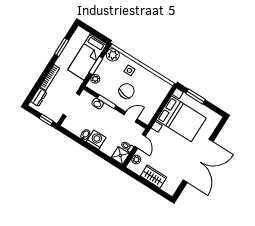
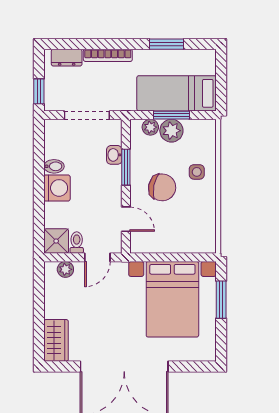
plant: (113, 55) -> (171, 131), moved
wardrobe: (154, 177) -> (56, 340), moved

